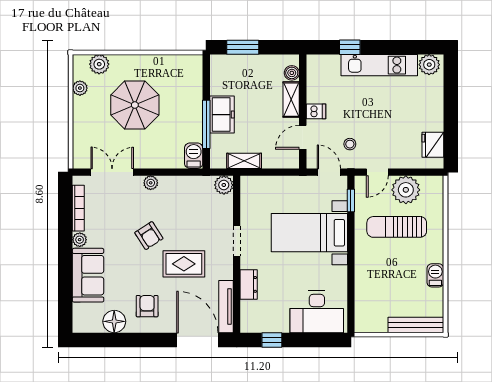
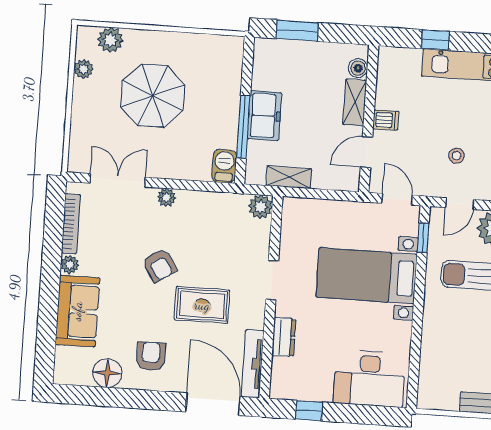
stool: (350, 144) -> (457, 156), moved

